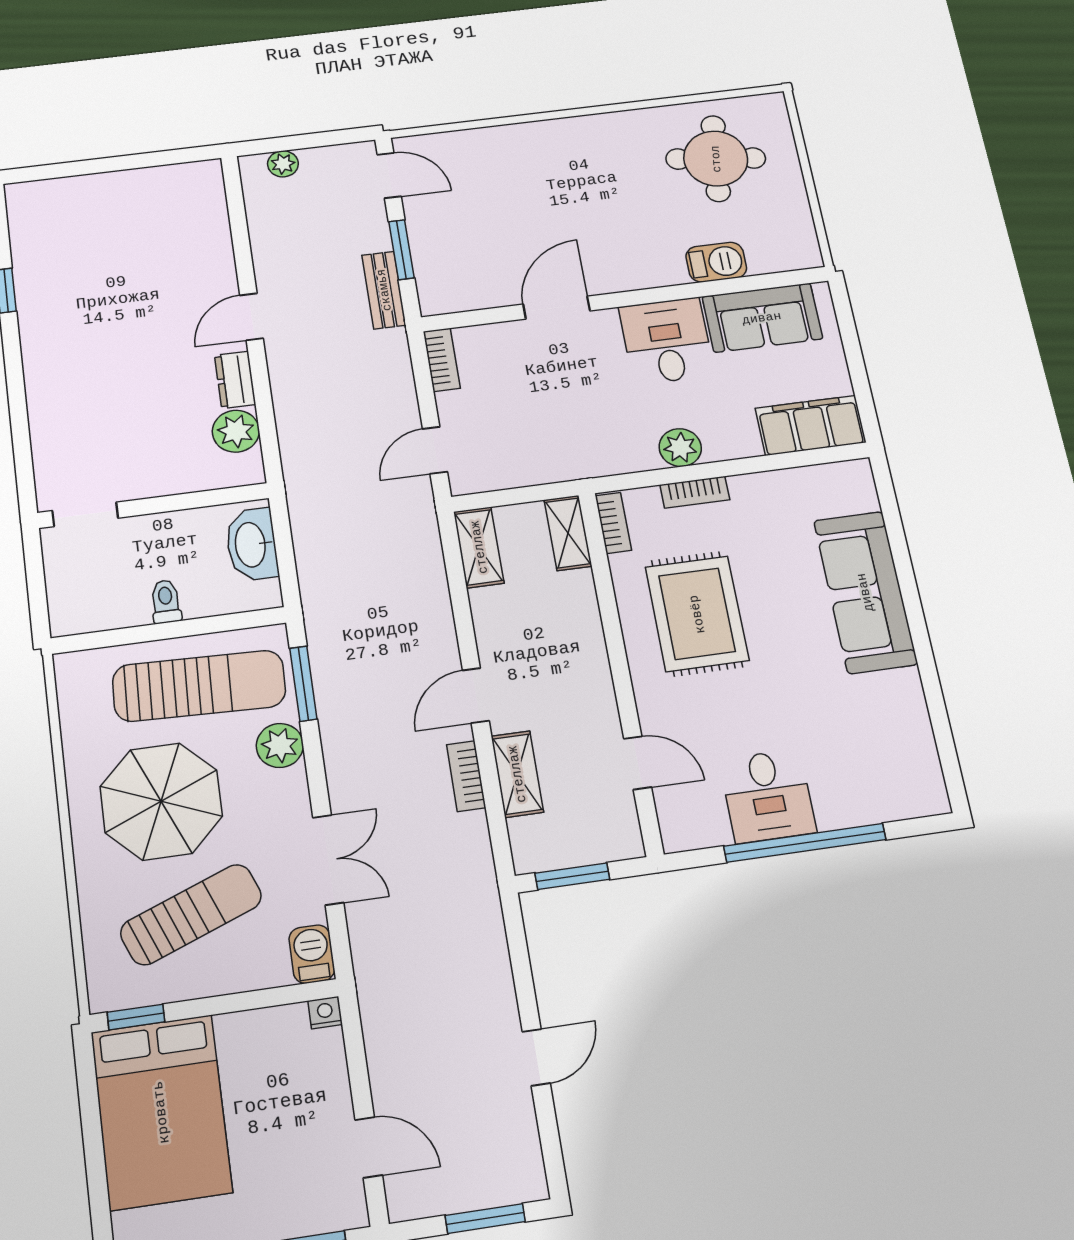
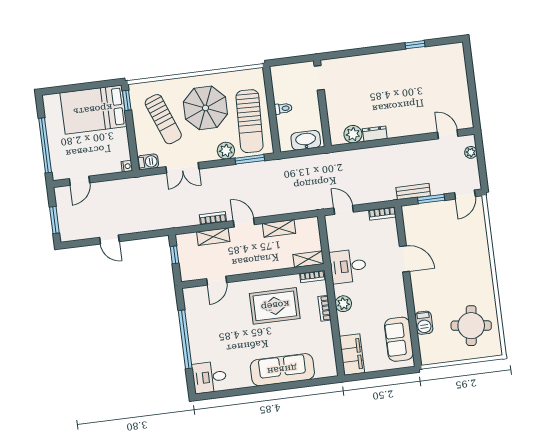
door: (252, 317) -> (448, 134), moved
desk: (667, 341) -> (348, 266), moved, turned 180
shelving: (479, 547) -> (279, 228), moved
desk: (768, 796) -> (209, 377), moved
window: (572, 876) -> (174, 255), width x0.67

